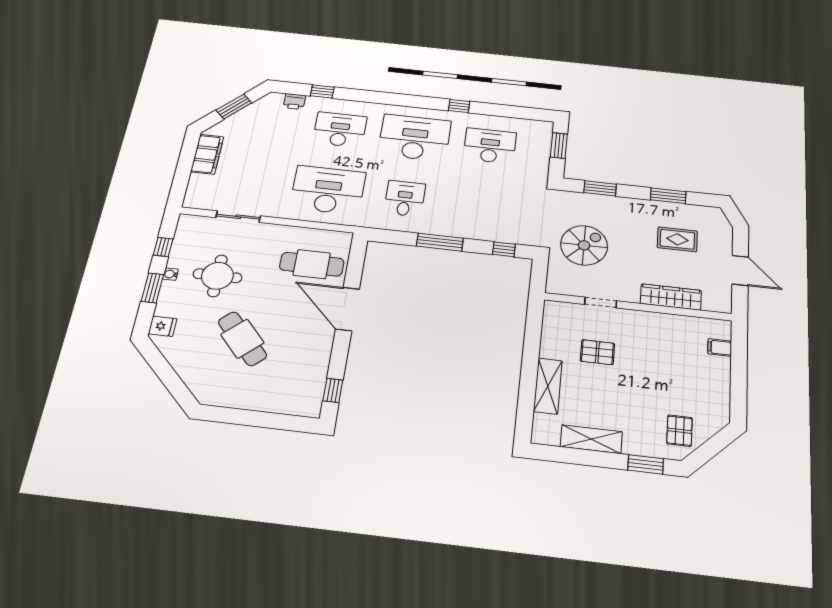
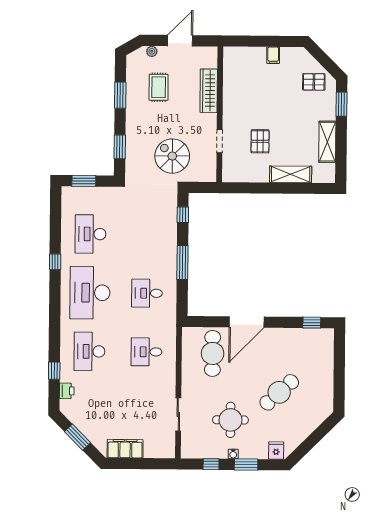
desk: (328, 190) -> (146, 352), width x0.53, depth x0.77
plant: (726, 237) -> (152, 51), added
filing cabinet: (720, 348) -> (273, 55), moved

